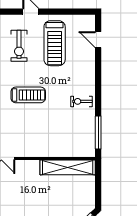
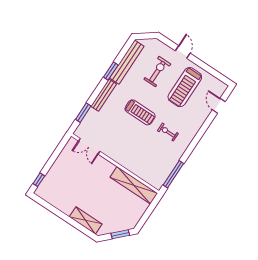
exercise bike: (19, 46) -> (157, 72), turned 180
exercise bike: (81, 101) -> (168, 132), moved

